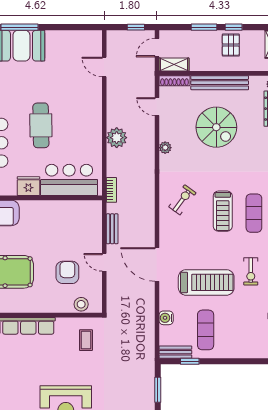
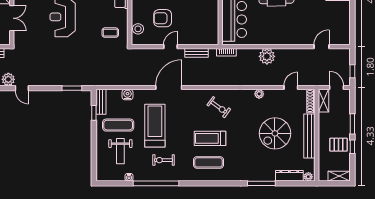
armchair: (67, 272) -> (163, 18), turned 180
treadmill: (206, 282) -> (155, 126), turned 180
weight bench: (239, 327) -> (120, 151), added

